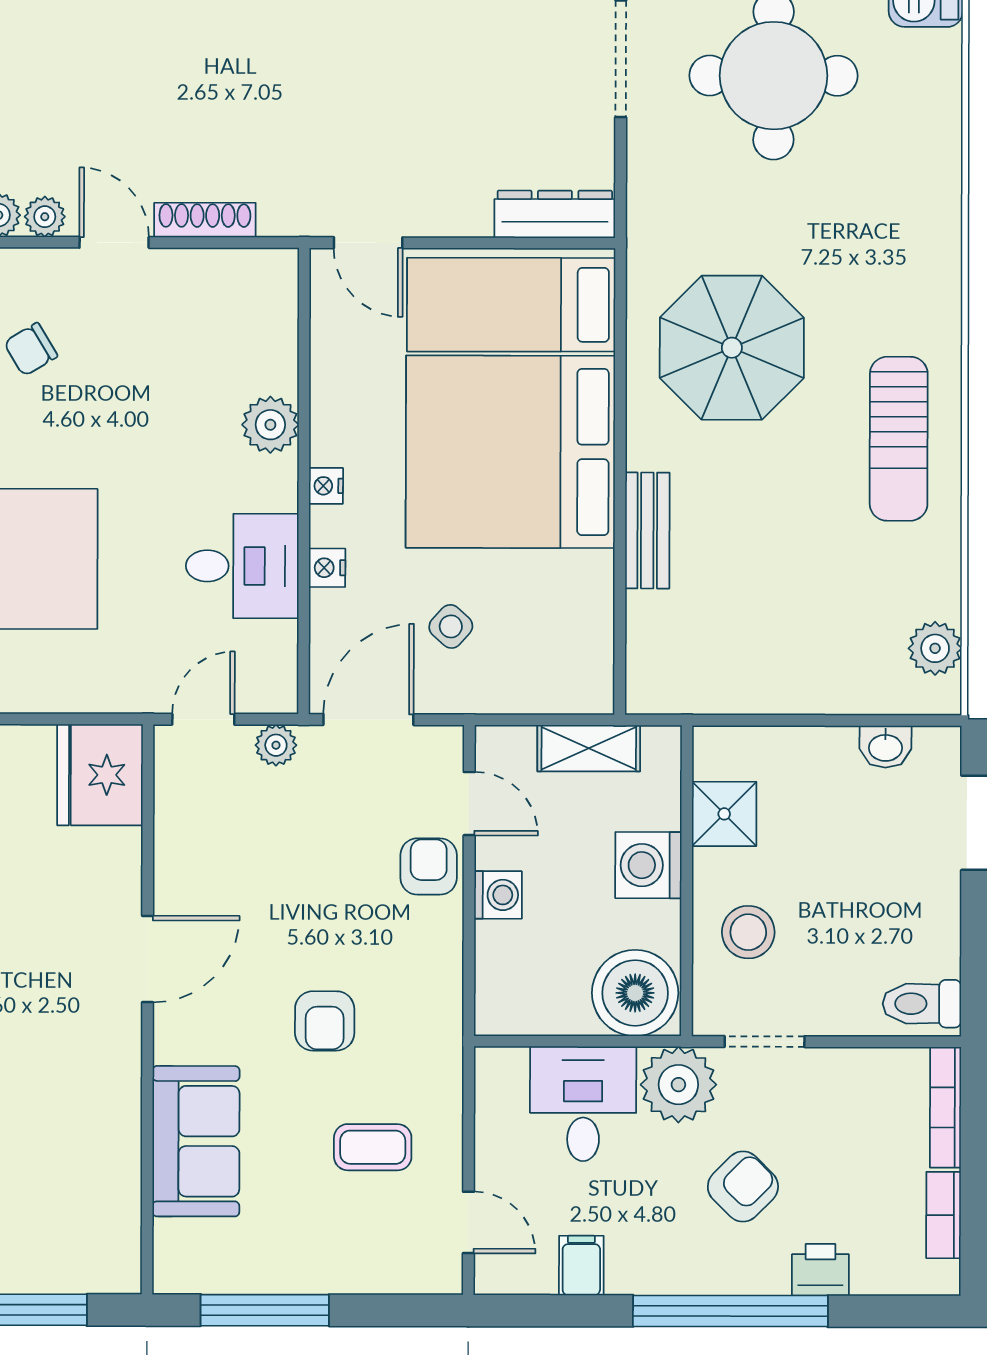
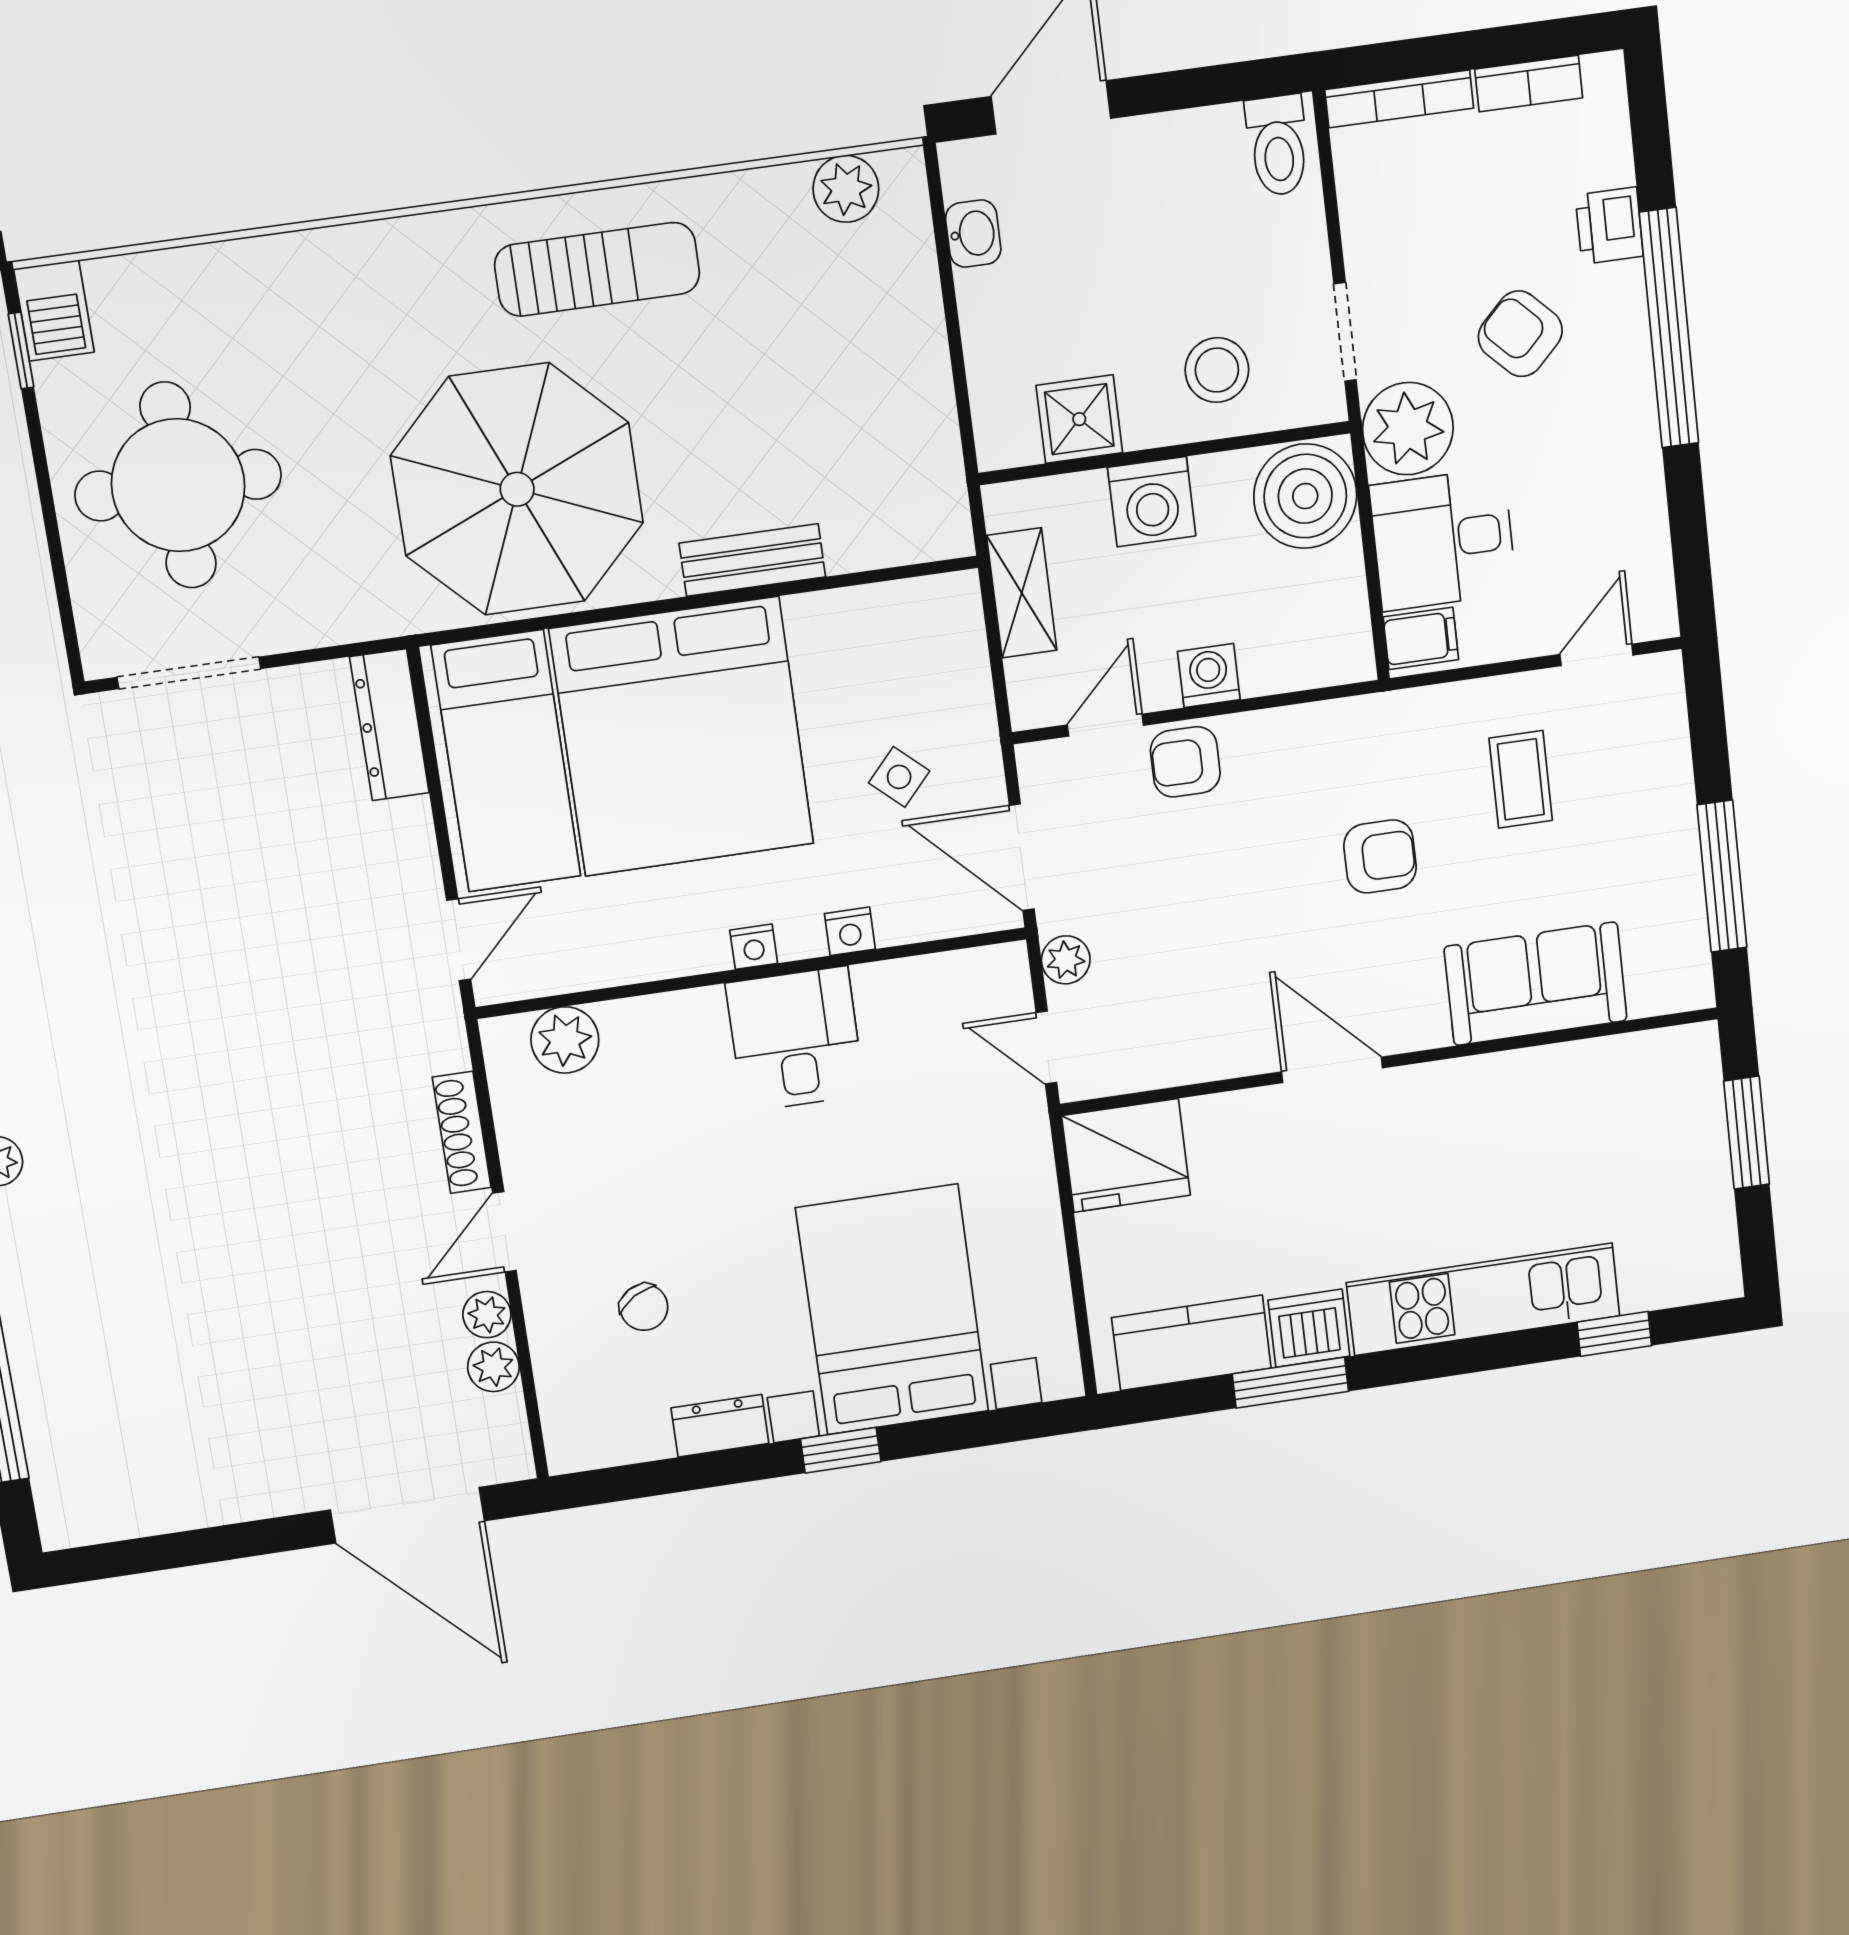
parasol: (732, 348) -> (517, 489), width x1.36, depth x1.36
plant: (270, 425) -> (565, 1040), moved
desk: (242, 566) -> (795, 1039), moved
filing cabinet: (581, 1265) -> (1421, 638), moved, turned 180

